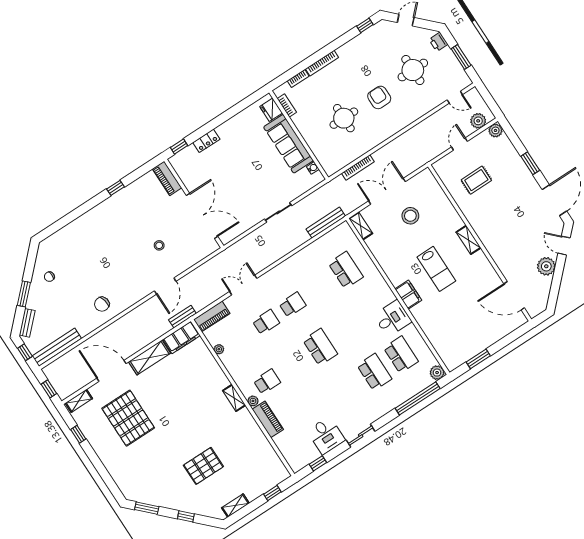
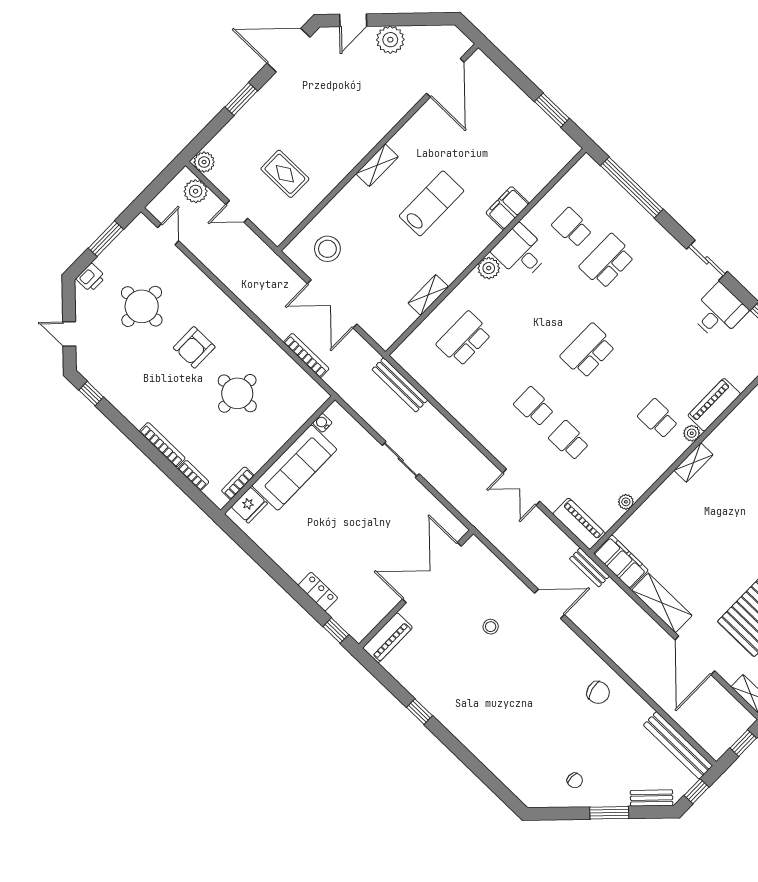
stool: (410, 216) -> (327, 249), moved
shelving: (361, 226) -> (428, 295), moved
filing cabinet: (408, 295) -> (507, 208), moved
school desk: (401, 355) -> (572, 227), width x0.54
plant: (437, 373) -> (489, 268), moved

